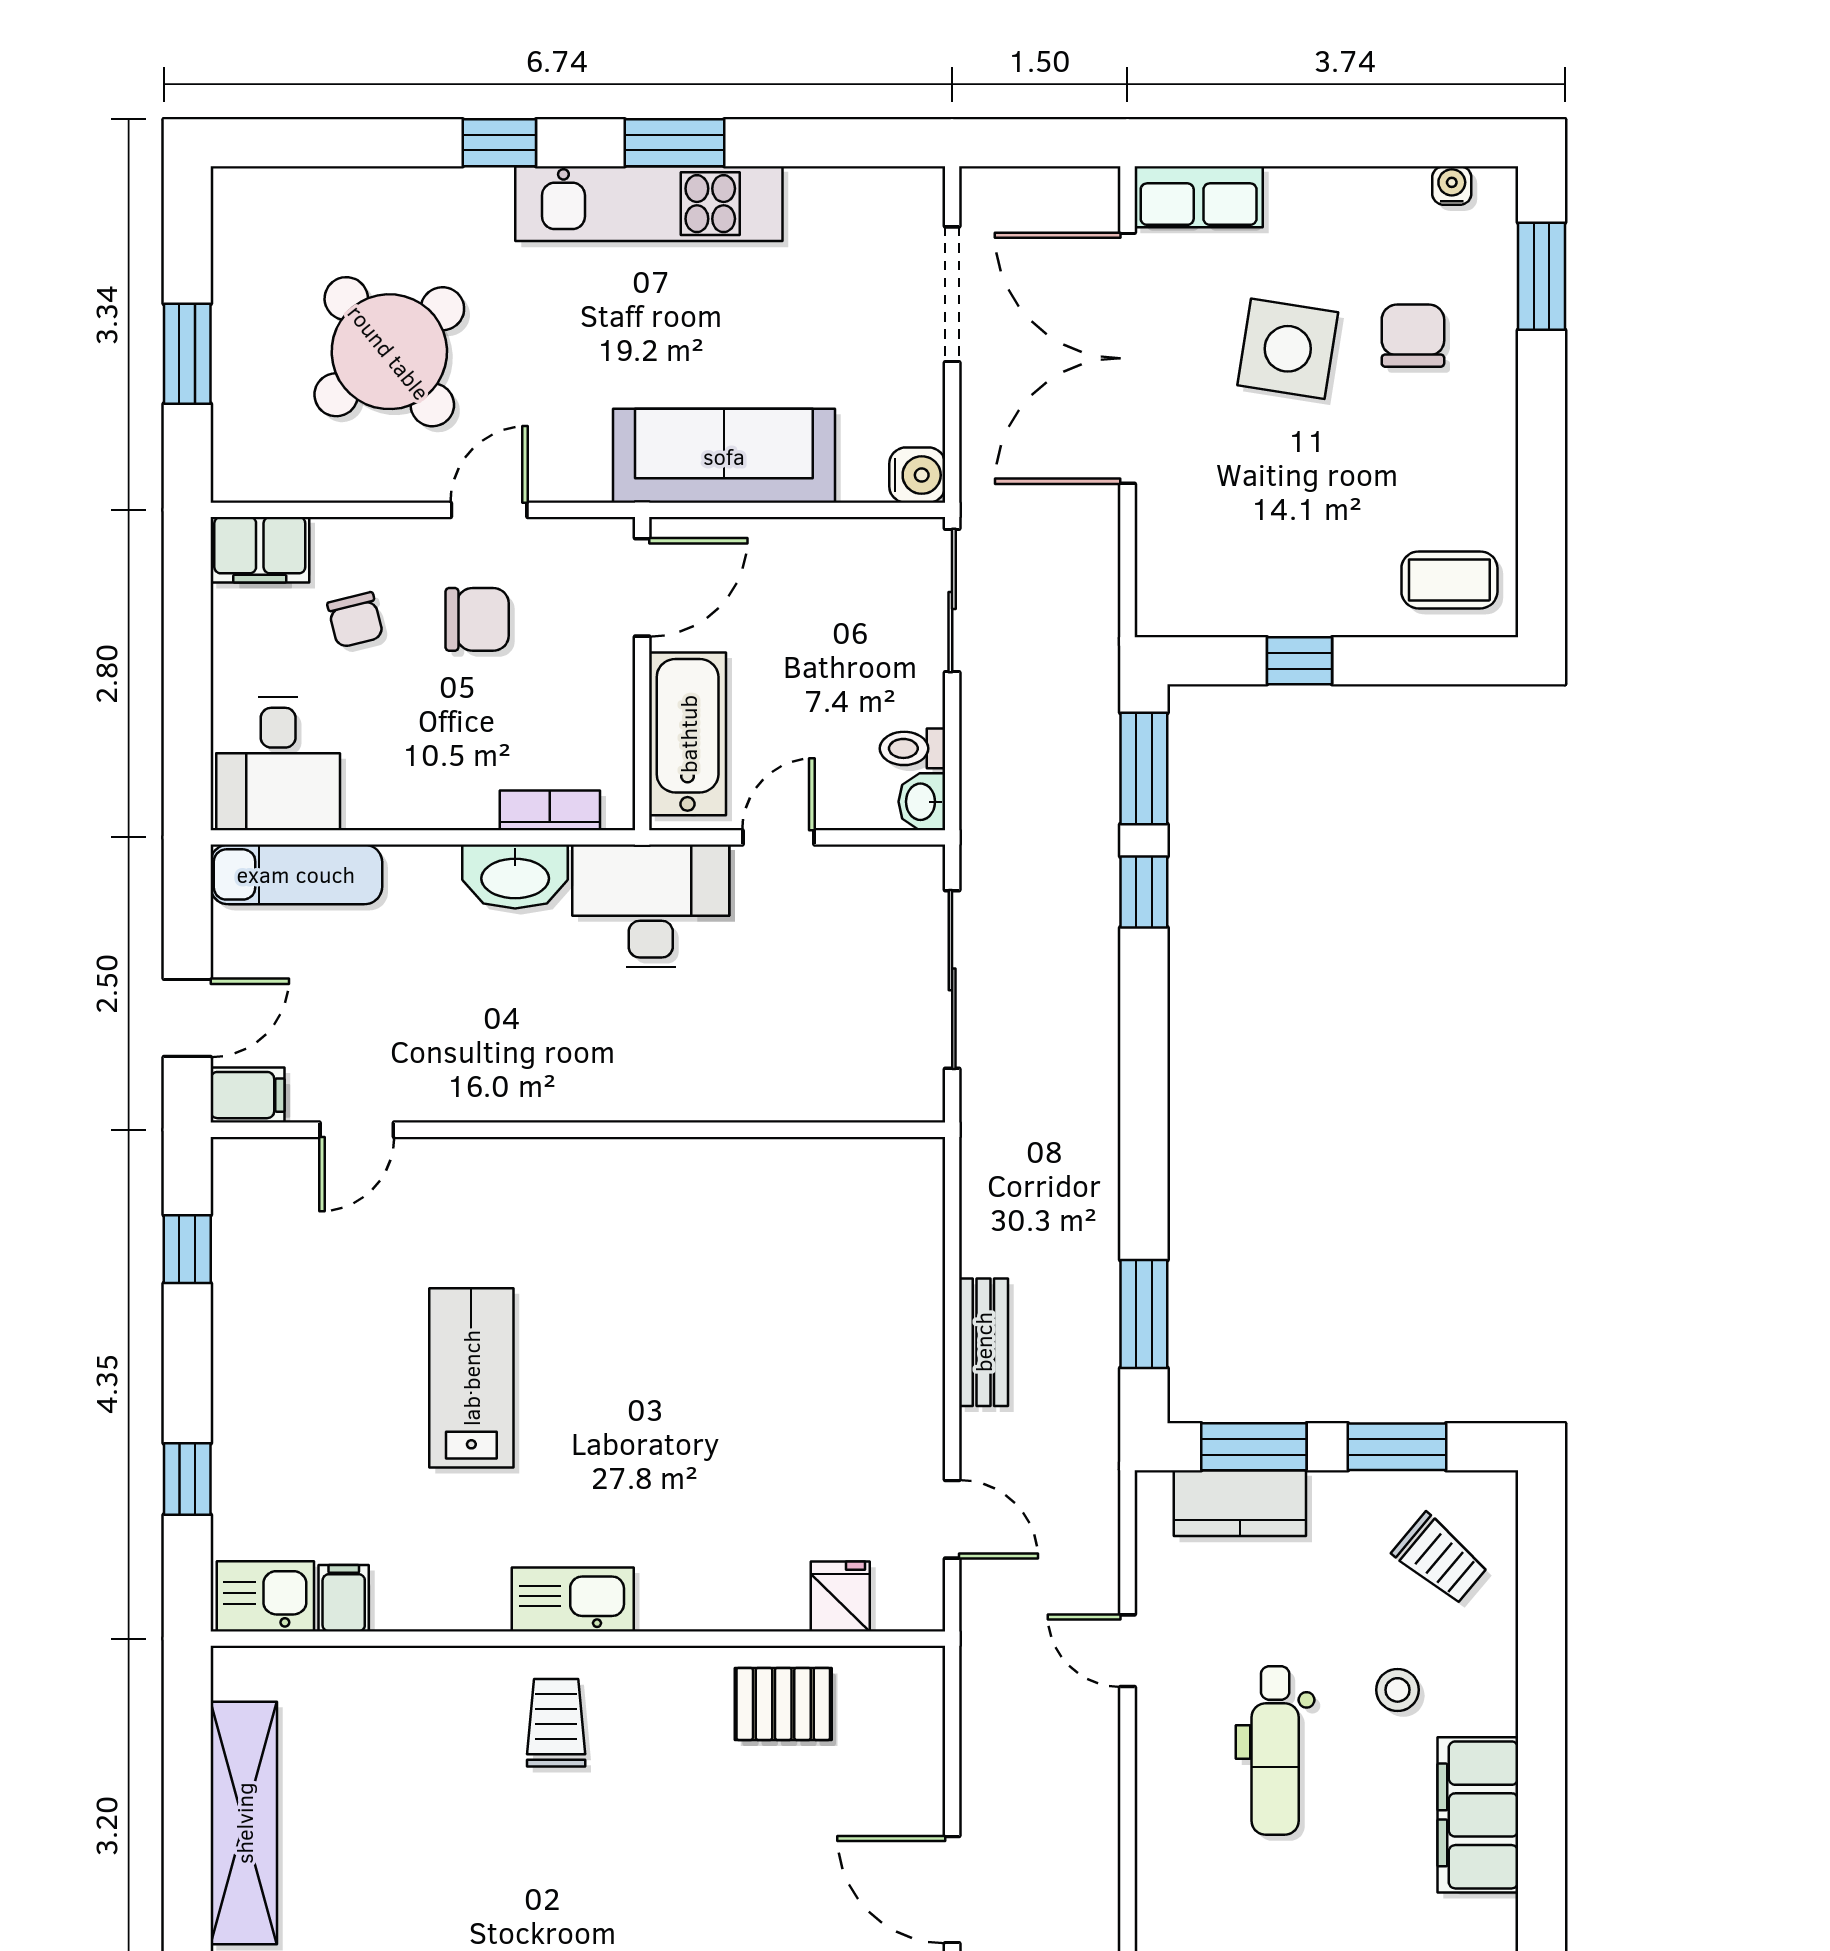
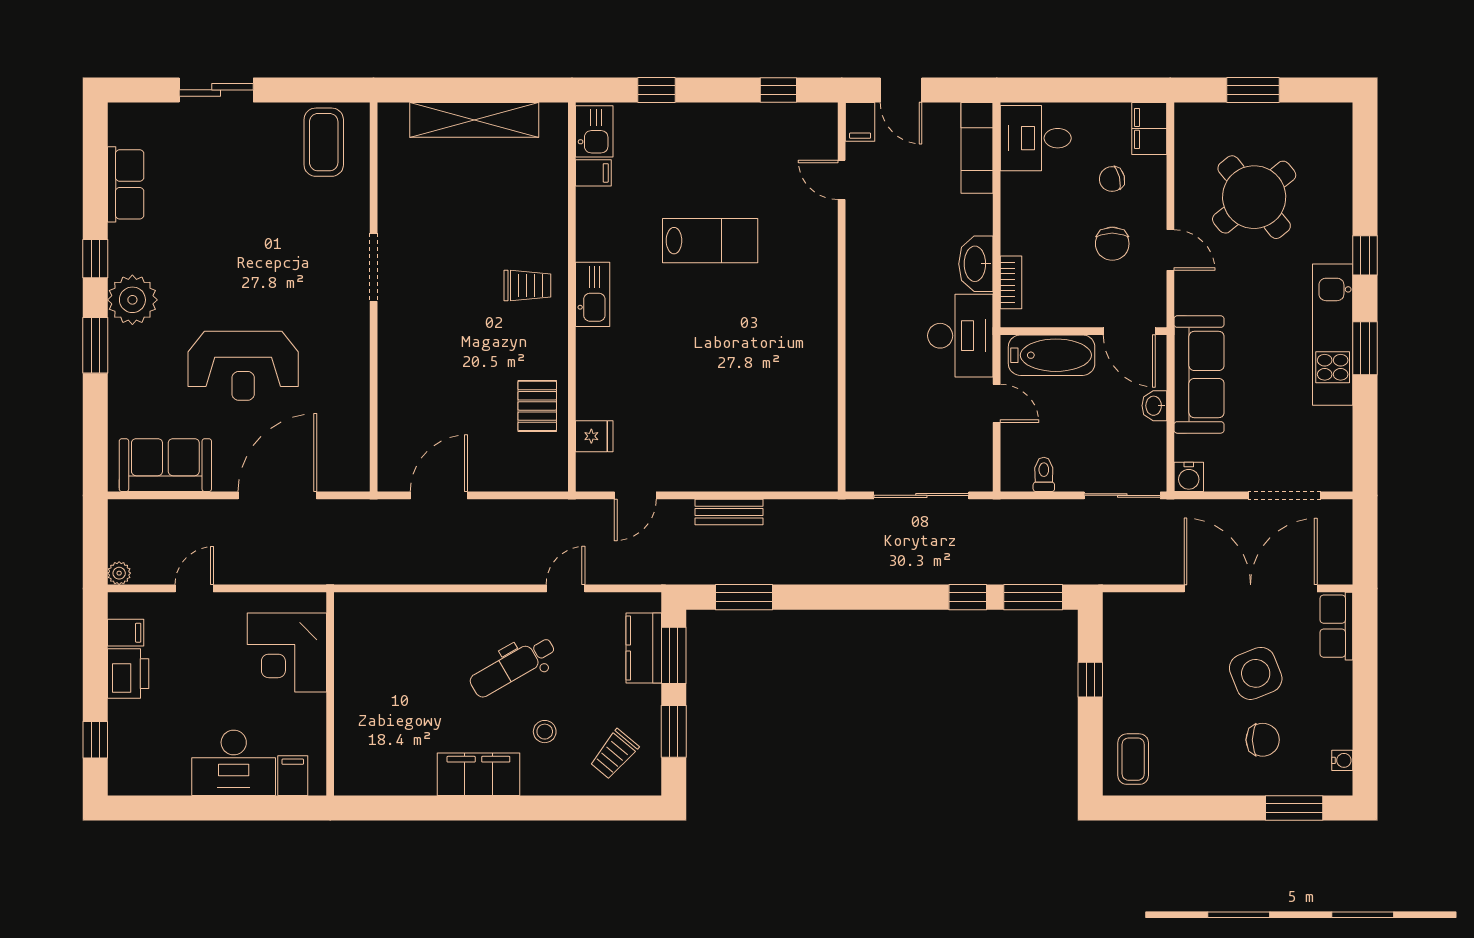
side table: (1288, 349) -> (1256, 673), turned -31
washbasin: (922, 802) -> (1154, 406), moved, turned -90
dental chair: (1275, 1750) -> (513, 667), turned -30

